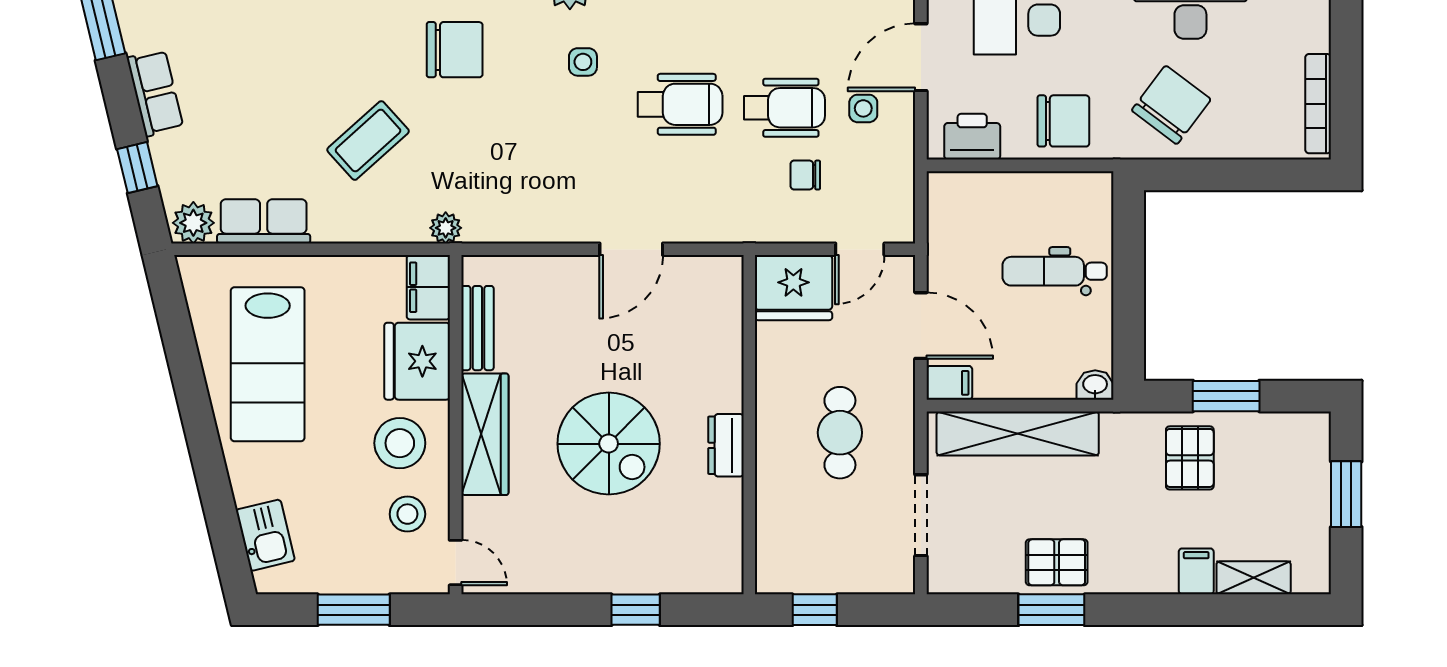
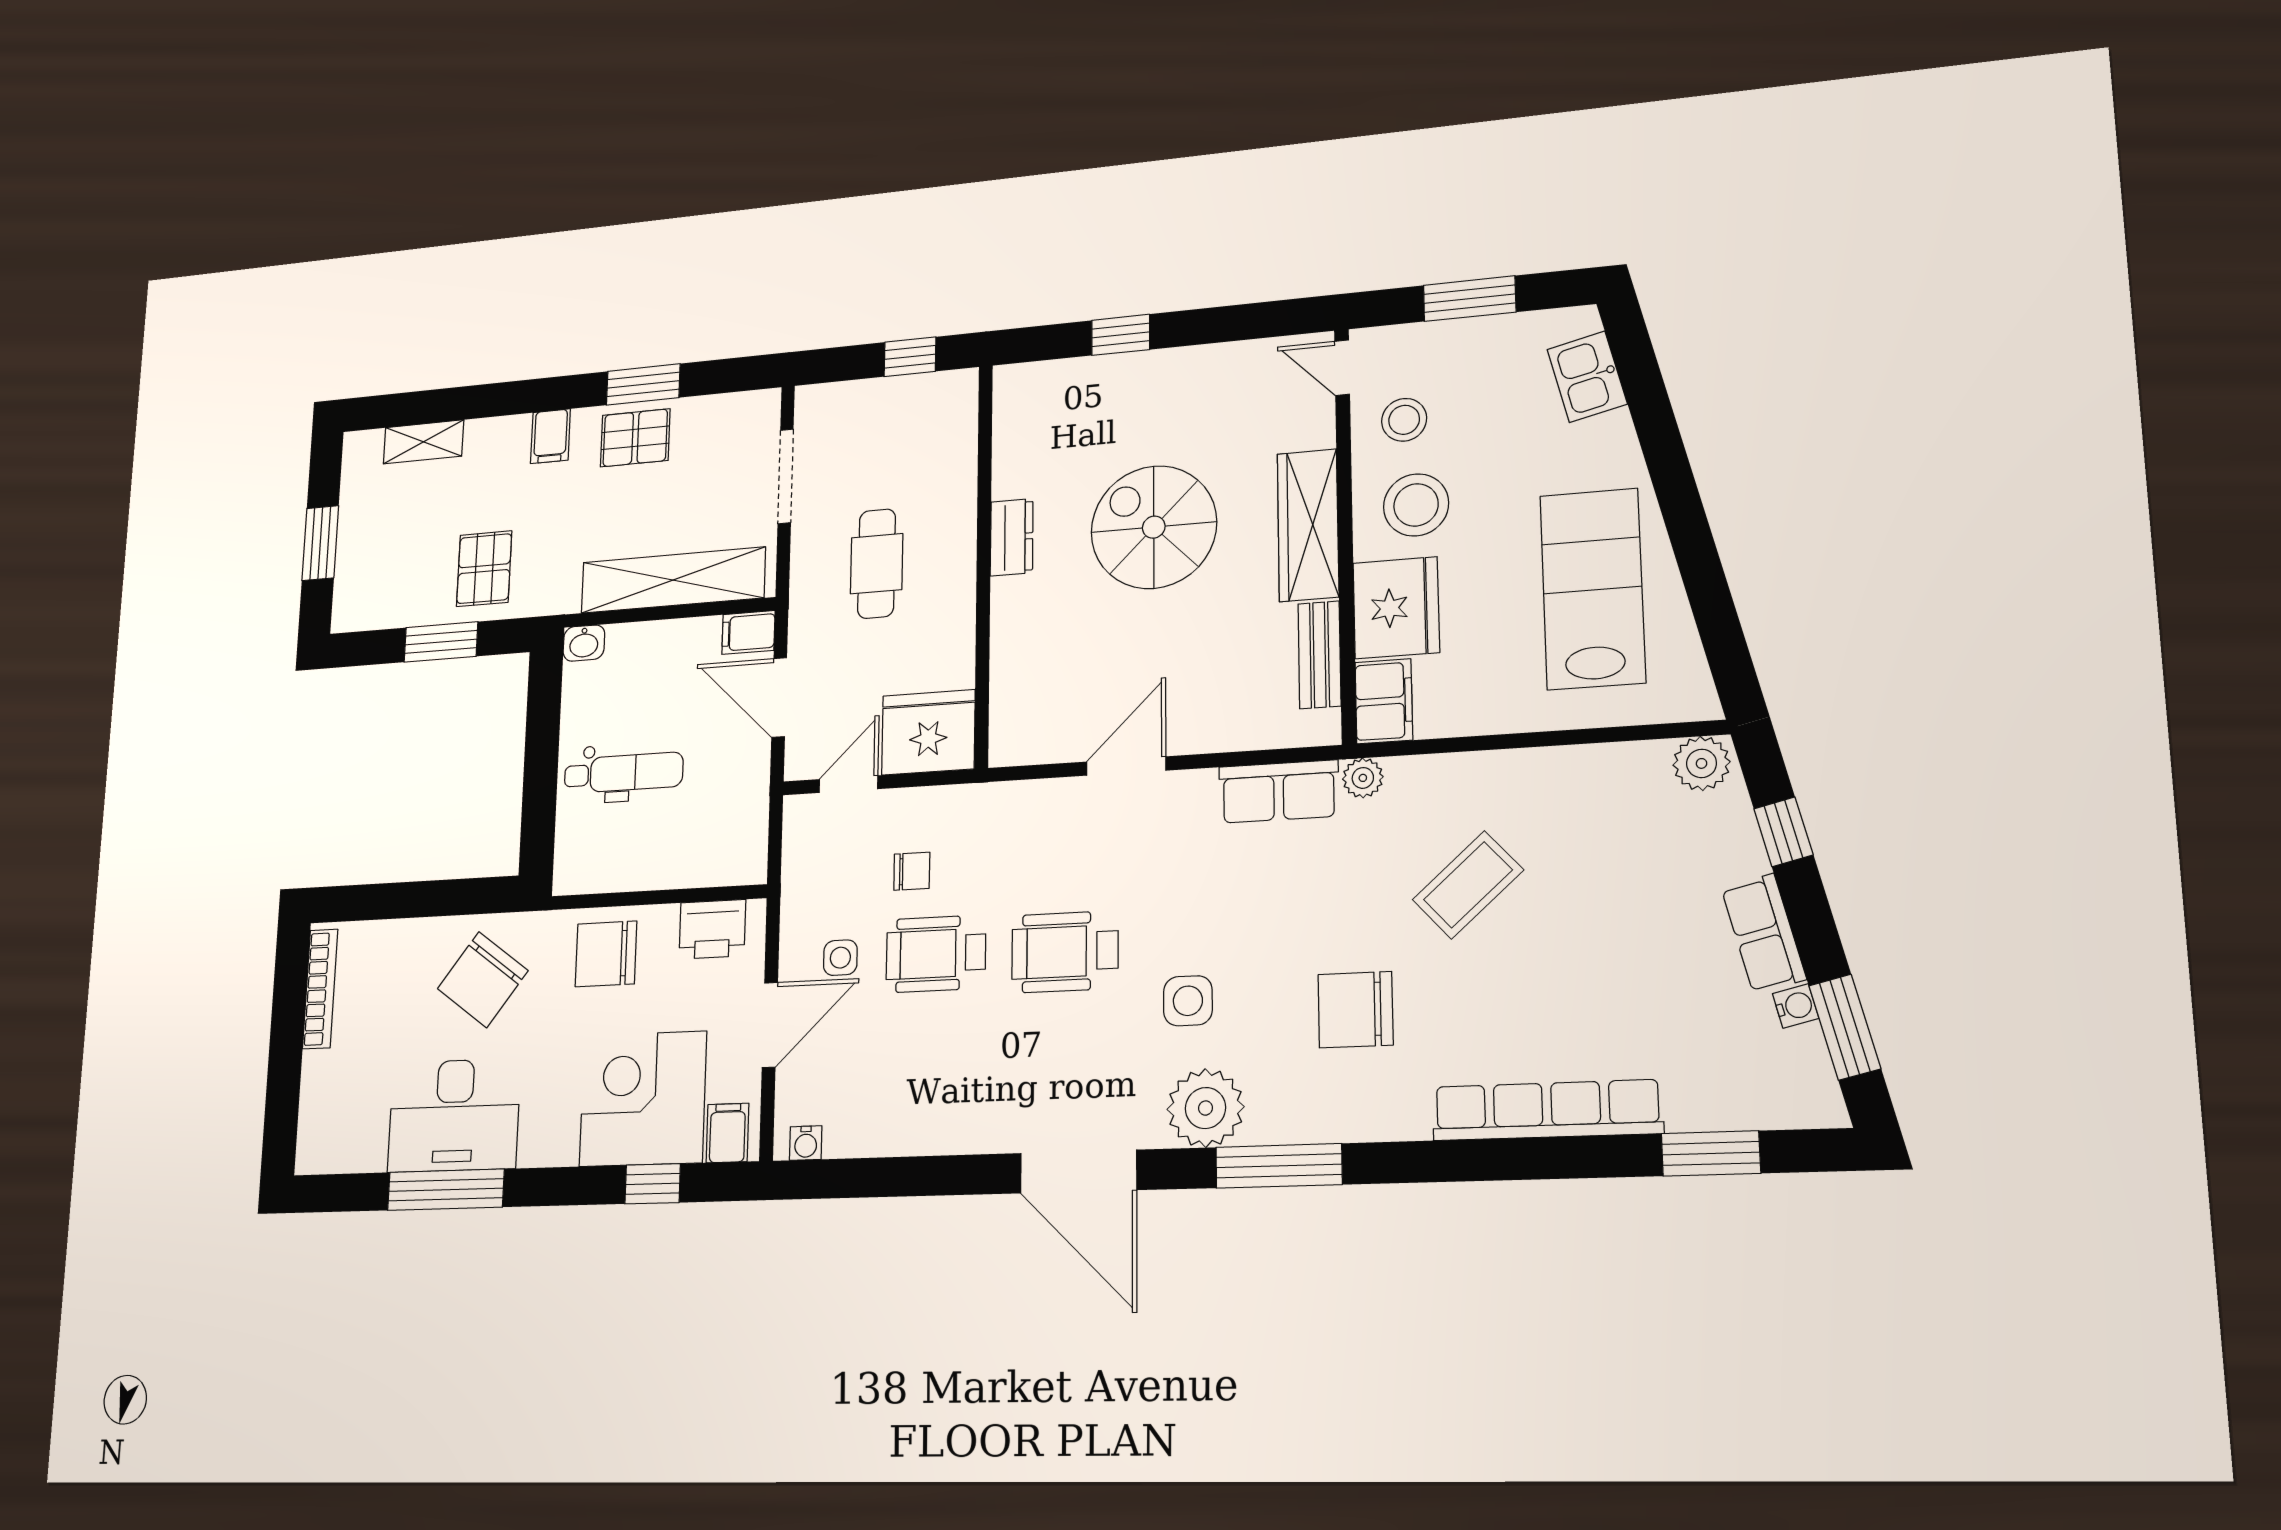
water cooler: (135, 39) -> (1796, 1006), added
side table: (583, 62) -> (1188, 1001), width x1.37, depth x1.37
row of seats: (264, 221) -> (1279, 791), moved
filing cabinet: (1196, 571) -> (550, 436), moved

